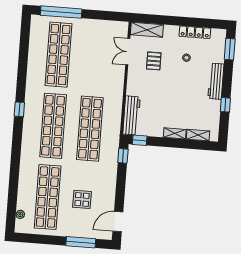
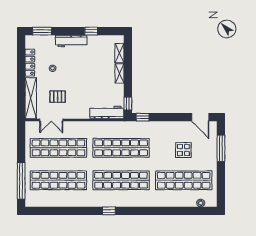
shelving: (147, 30) -> (31, 98), width x1.47
shop shelf: (95, 57) -> (58, 148), added

